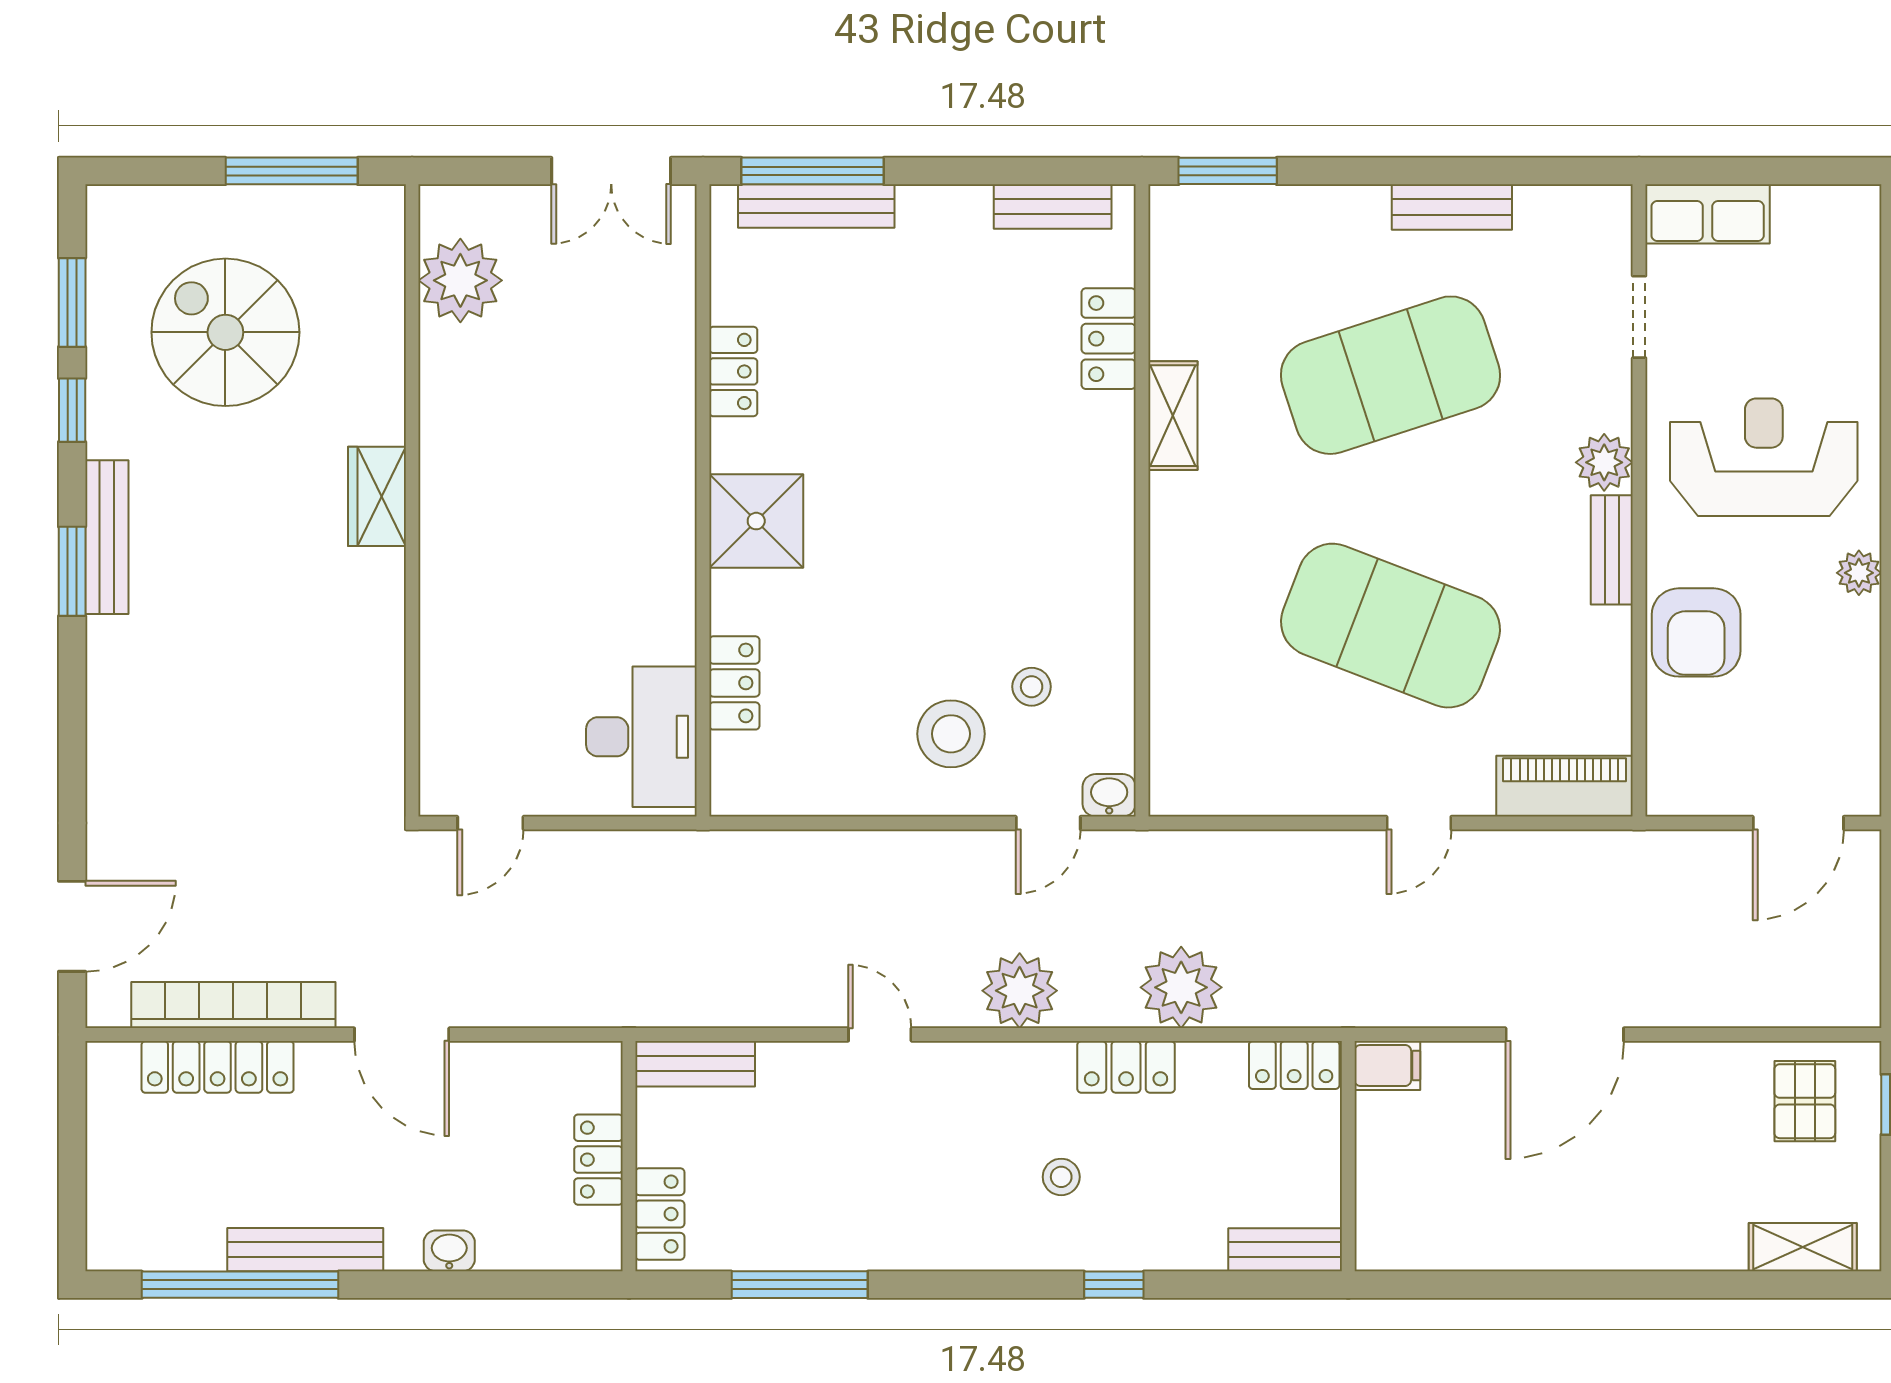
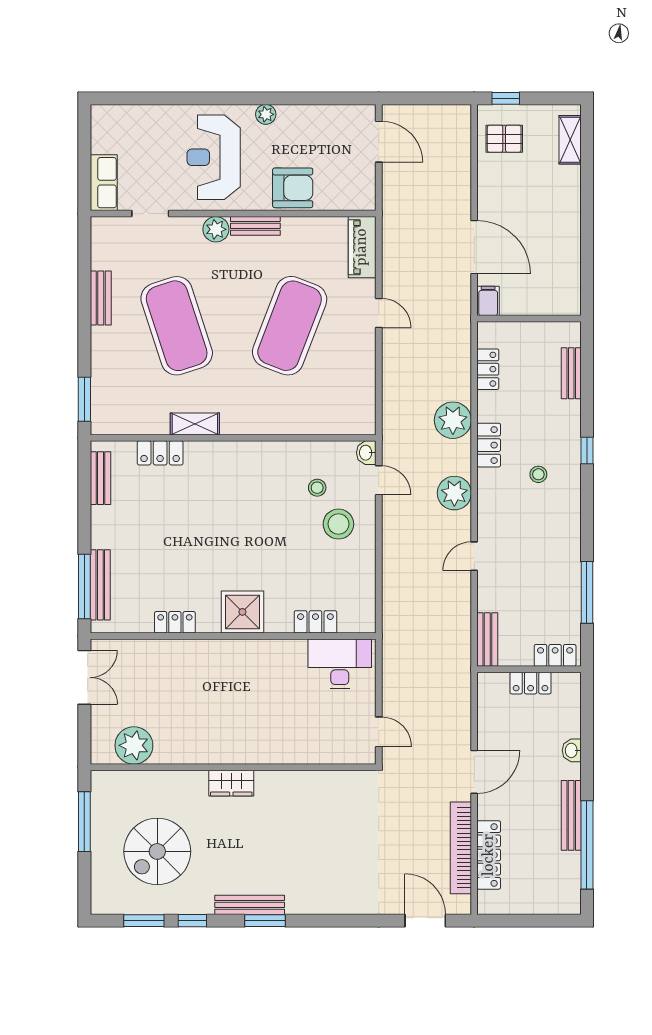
filing cabinet: (1387, 1065) -> (488, 301), moved
wall: (1348, 1156) -> (529, 319), moved

